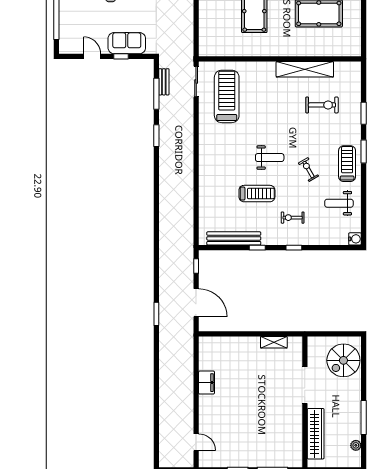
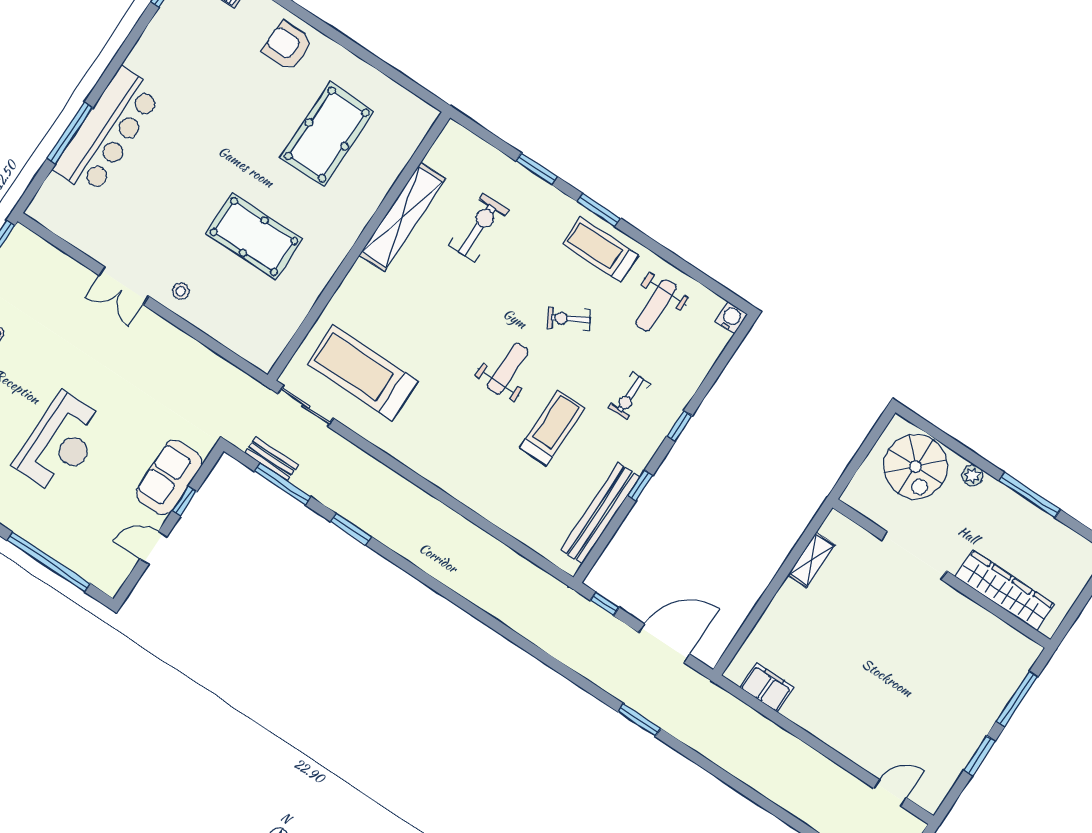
filing cabinet: (207, 383) -> (767, 687), moved
plant: (356, 445) -> (972, 476), moved

